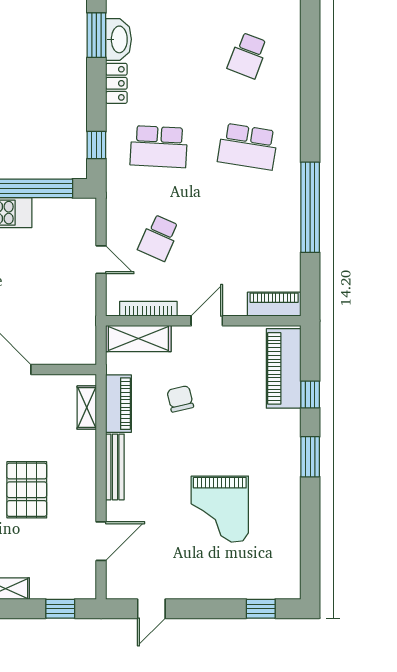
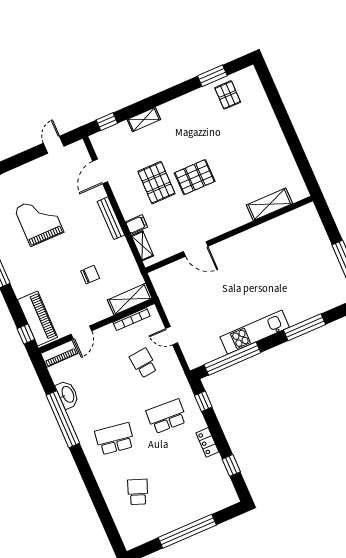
window: (96, 35) -> (231, 465), width x0.67
washbasin: (119, 39) -> (67, 395), moved, turned 180
school desk: (159, 238) -> (143, 363), turned -30
door: (207, 321) -> (81, 332), moved
window: (310, 394) -> (26, 334), moved
chair: (180, 399) -> (90, 275), turned -77
piano: (119, 404) -> (125, 256), removed
filing cabinet: (82, 442) -> (136, 224), added

